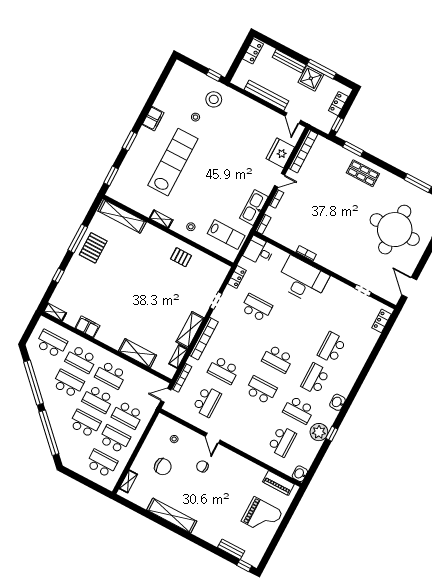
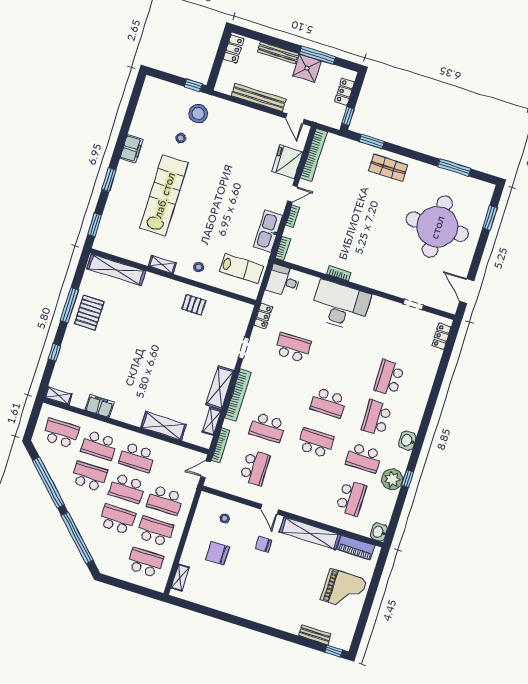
chair: (163, 467) -> (217, 553), turned 180
shelving: (172, 516) -> (310, 533), moved

